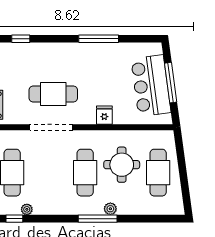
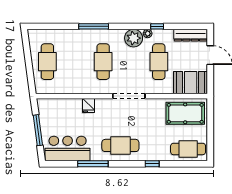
bar counter: (151, 86) -> (68, 149), moved, turned -82
cafe table: (53, 94) -> (120, 145), moved
round table: (122, 165) -> (75, 68), removed
plant: (110, 209) -> (134, 38), moved, width x1.87, depth x1.87

